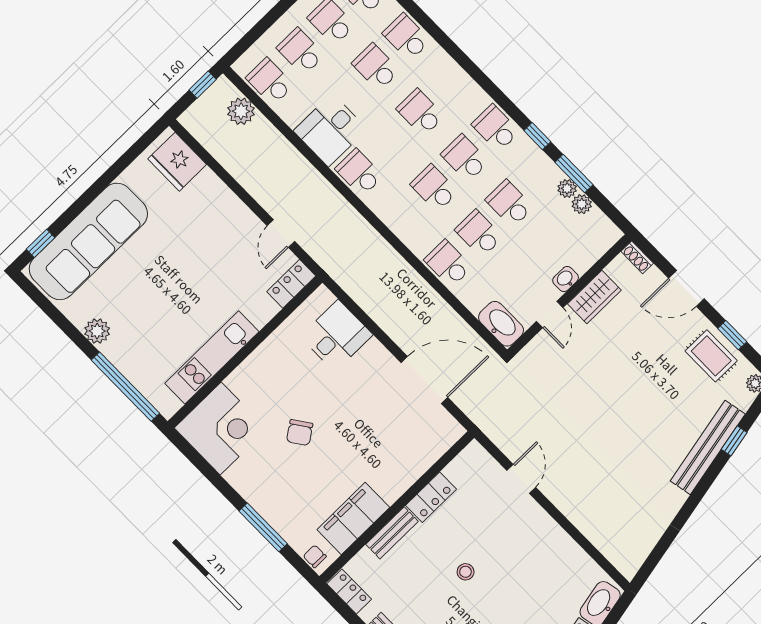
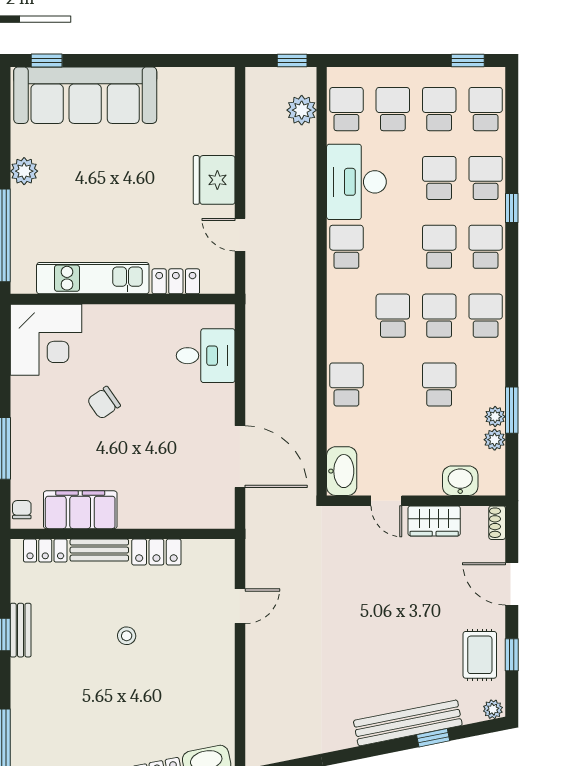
desk: (330, 130) -> (356, 182), width x1.37
window: (537, 136) -> (512, 208), moved
fridge: (177, 162) -> (214, 180), moved
door: (281, 233) -> (240, 235), hinge flipped
school desk: (479, 234) -> (486, 247), moved
washbasin: (566, 279) -> (460, 481), moved, width x1.38, depth x1.45
locker: (291, 284) -> (176, 281), moved
door: (550, 314) -> (386, 501), hinge flipped
locker: (349, 591) -> (45, 551), moved, turned 90

